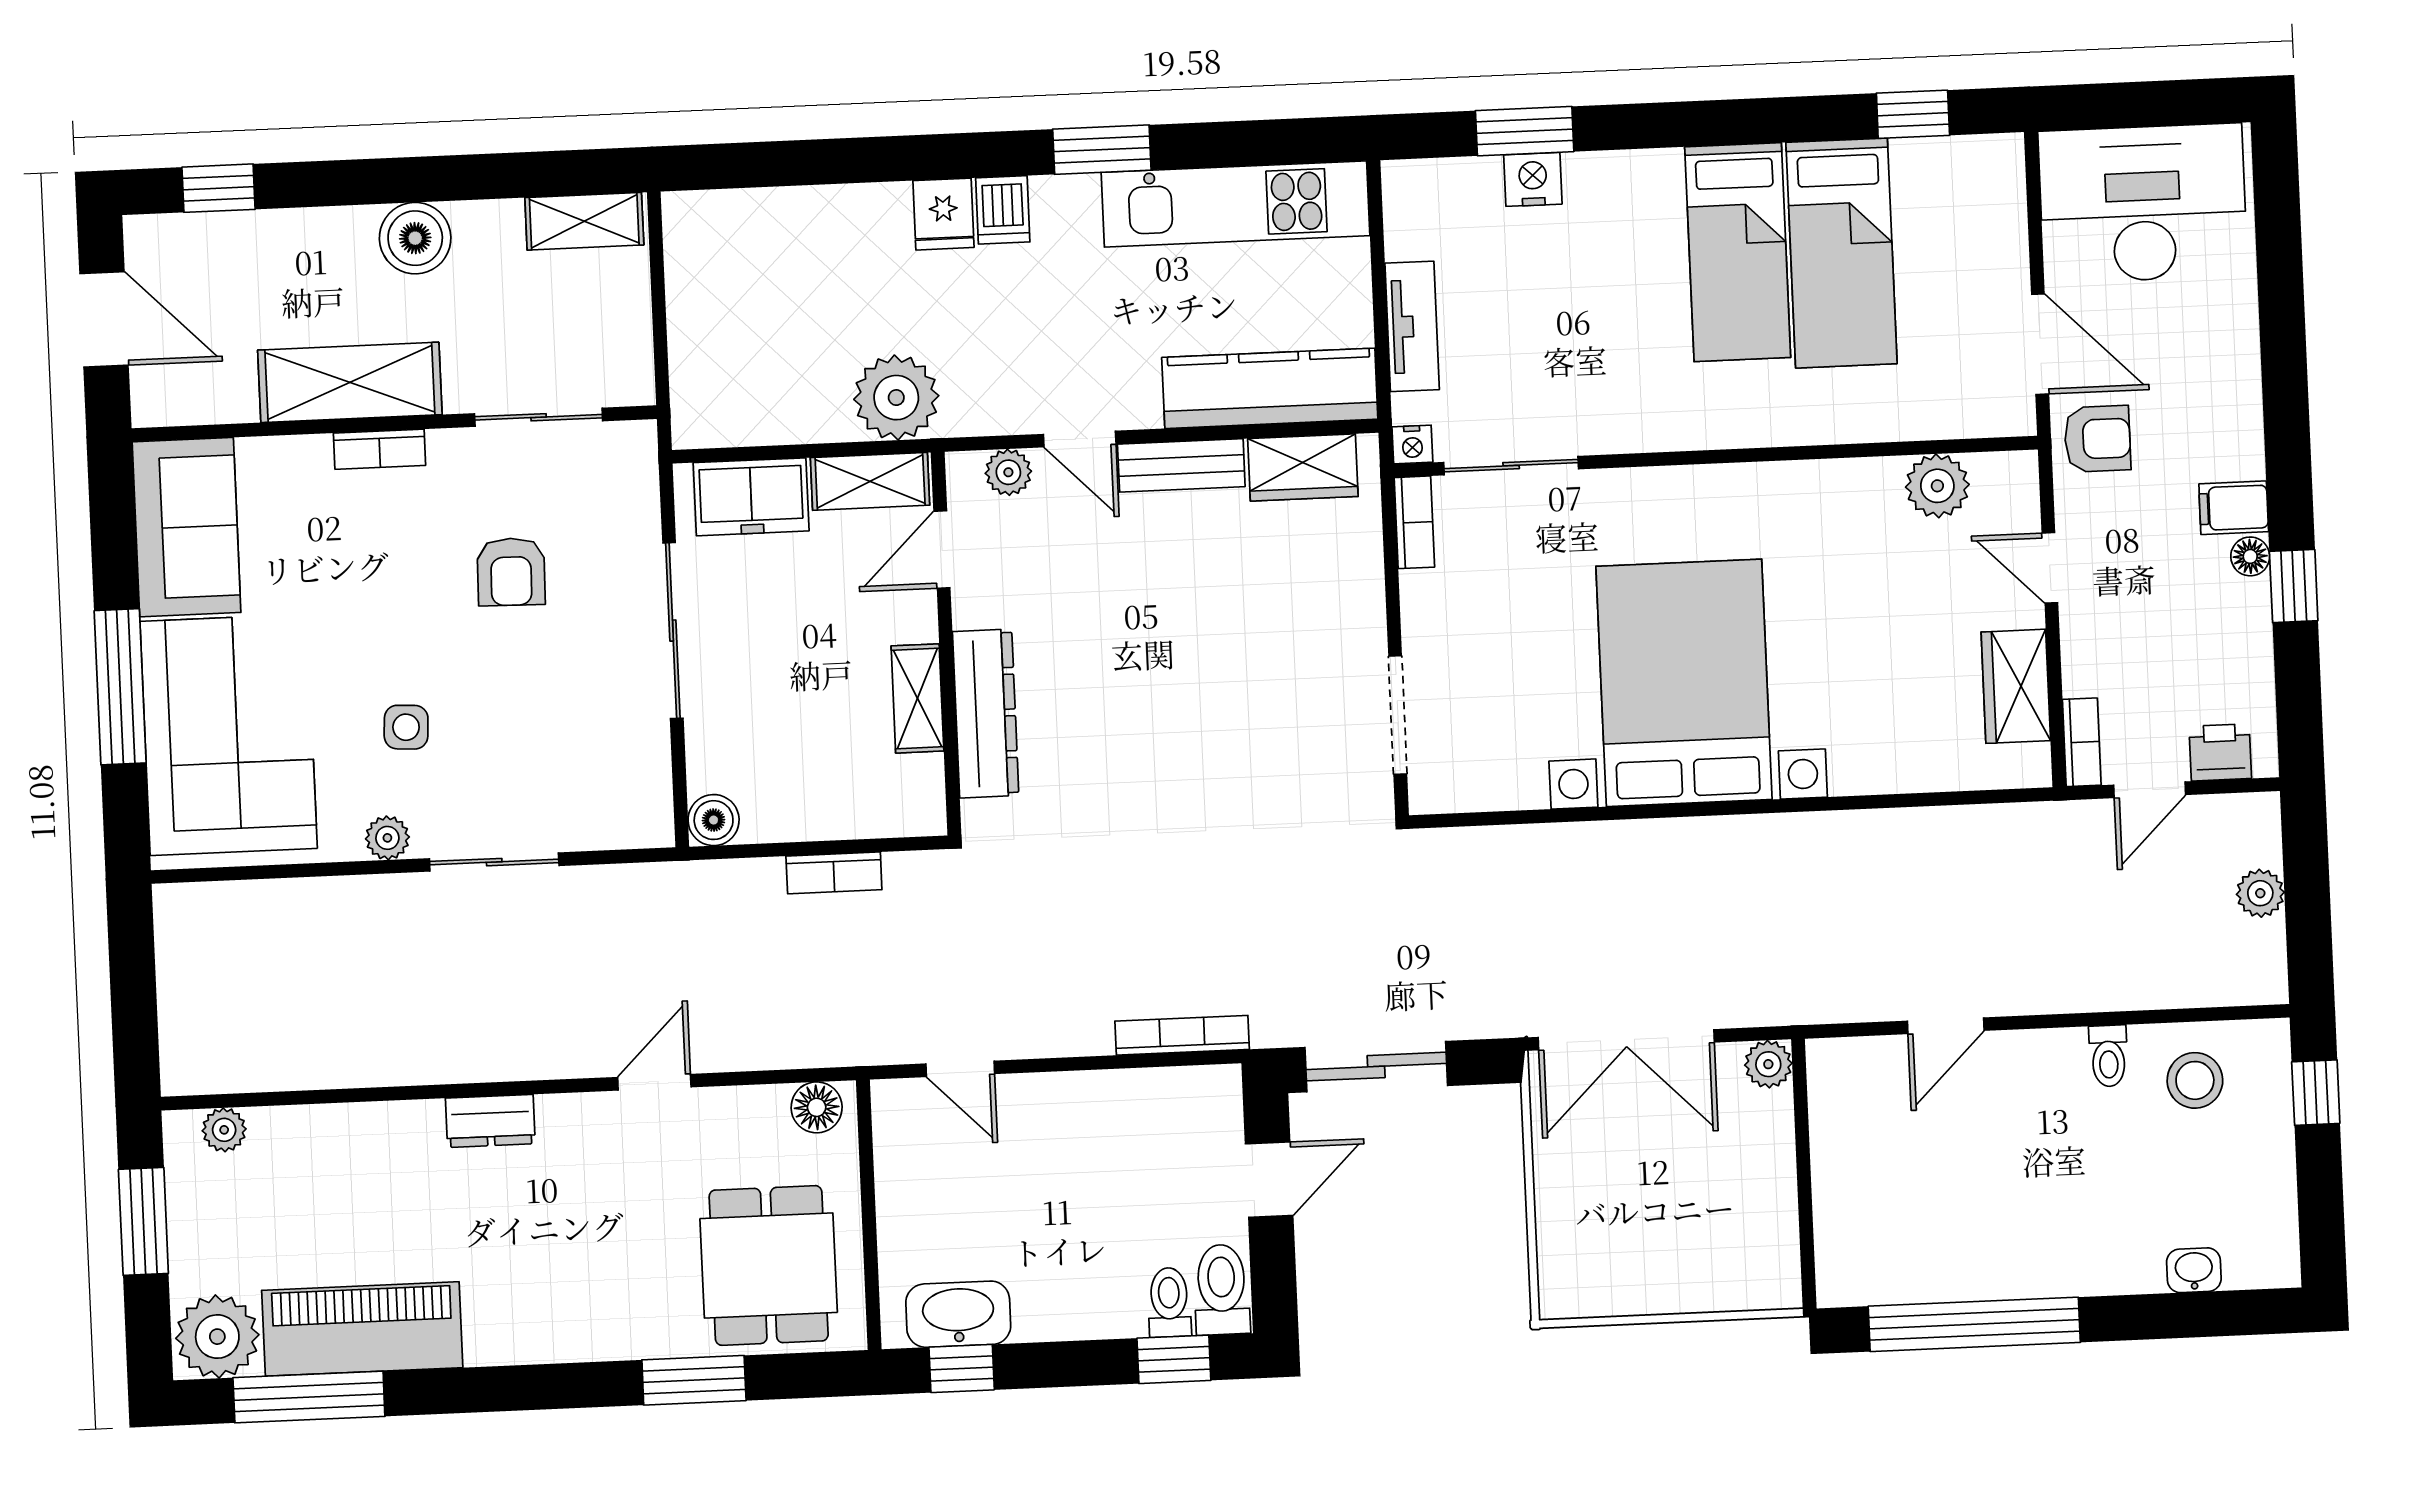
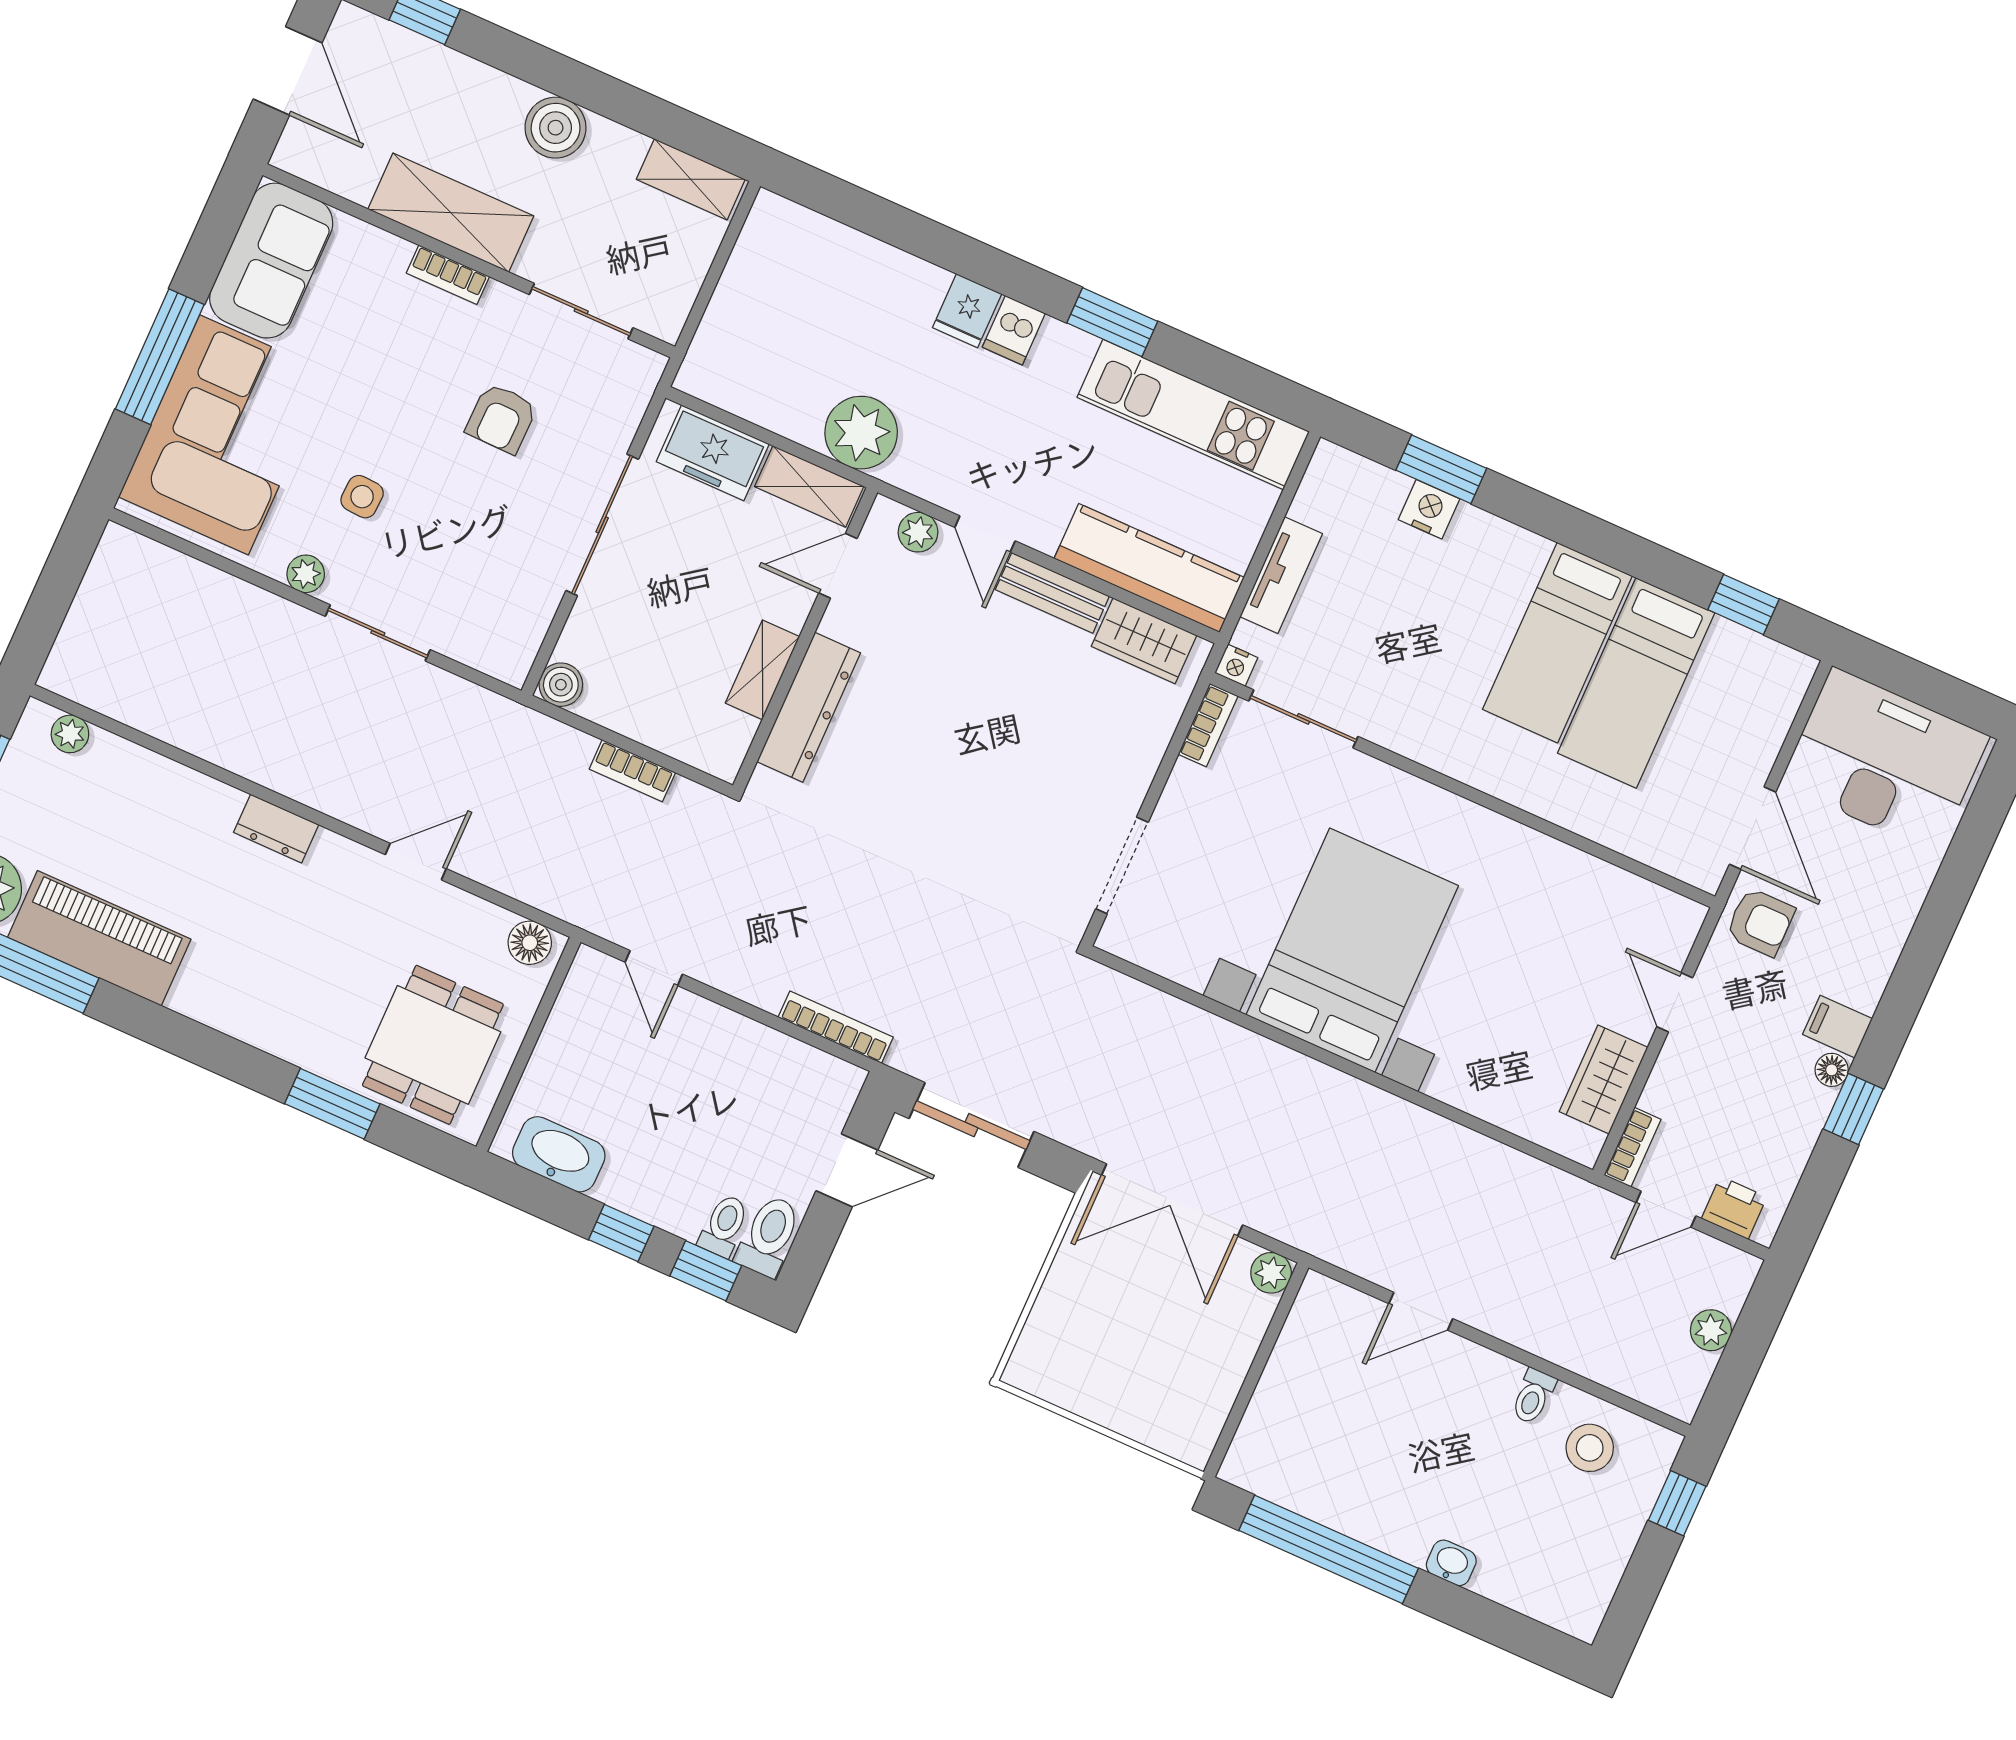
plant: (1937, 486) -> (1620, 897), removed
washbasin: (2194, 1270) -> (1451, 1563), moved
window: (962, 1369) -> (621, 1233), moved

